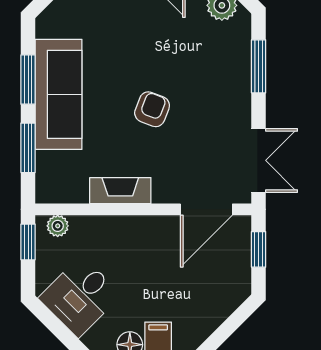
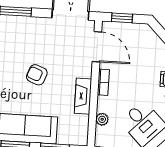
bookcase: (146, 224) -> (103, 82), added
plant: (58, 226) -> (102, 119), moved

